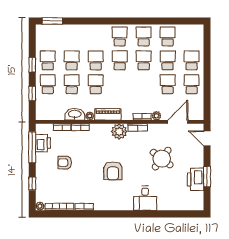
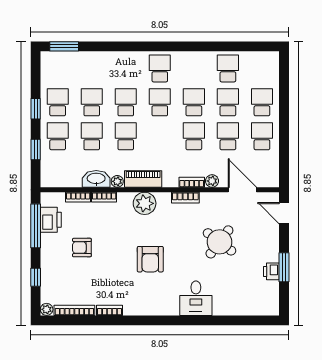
school desk: (144, 36) -> (194, 136), moved
door: (178, 122) -> (242, 190), hinge flipped
plant: (119, 132) -> (145, 203), moved
printer: (196, 179) -> (271, 271), width x0.53, depth x0.68

